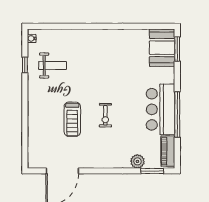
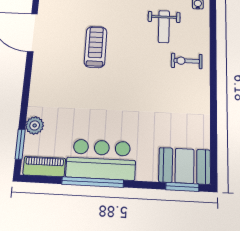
exercise bike: (105, 115) -> (187, 61), moved
treadmill: (72, 119) -> (96, 47), turned 90

